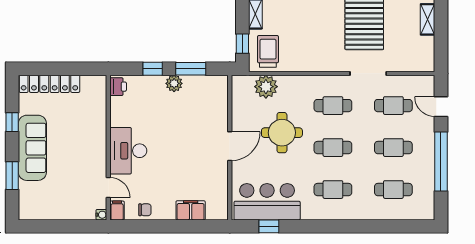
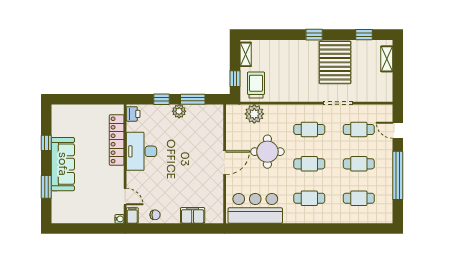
locker: (49, 84) -> (117, 140), moved, turned 90
desk: (128, 151) -> (141, 151), moved
window: (269, 226) -> (257, 228), removed

